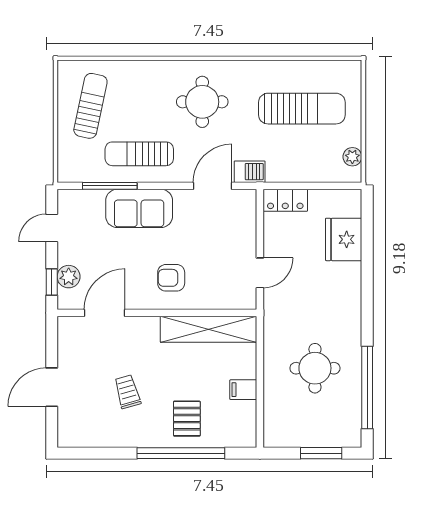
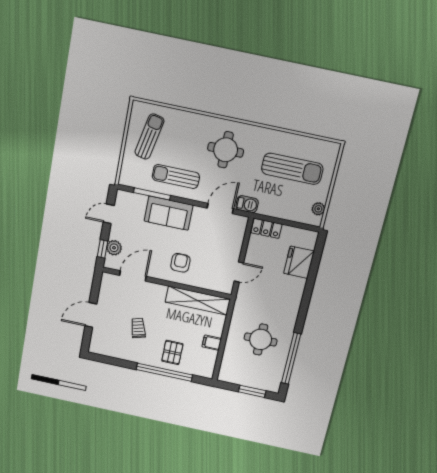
armchair: (171, 278) -> (180, 263), turned 90

